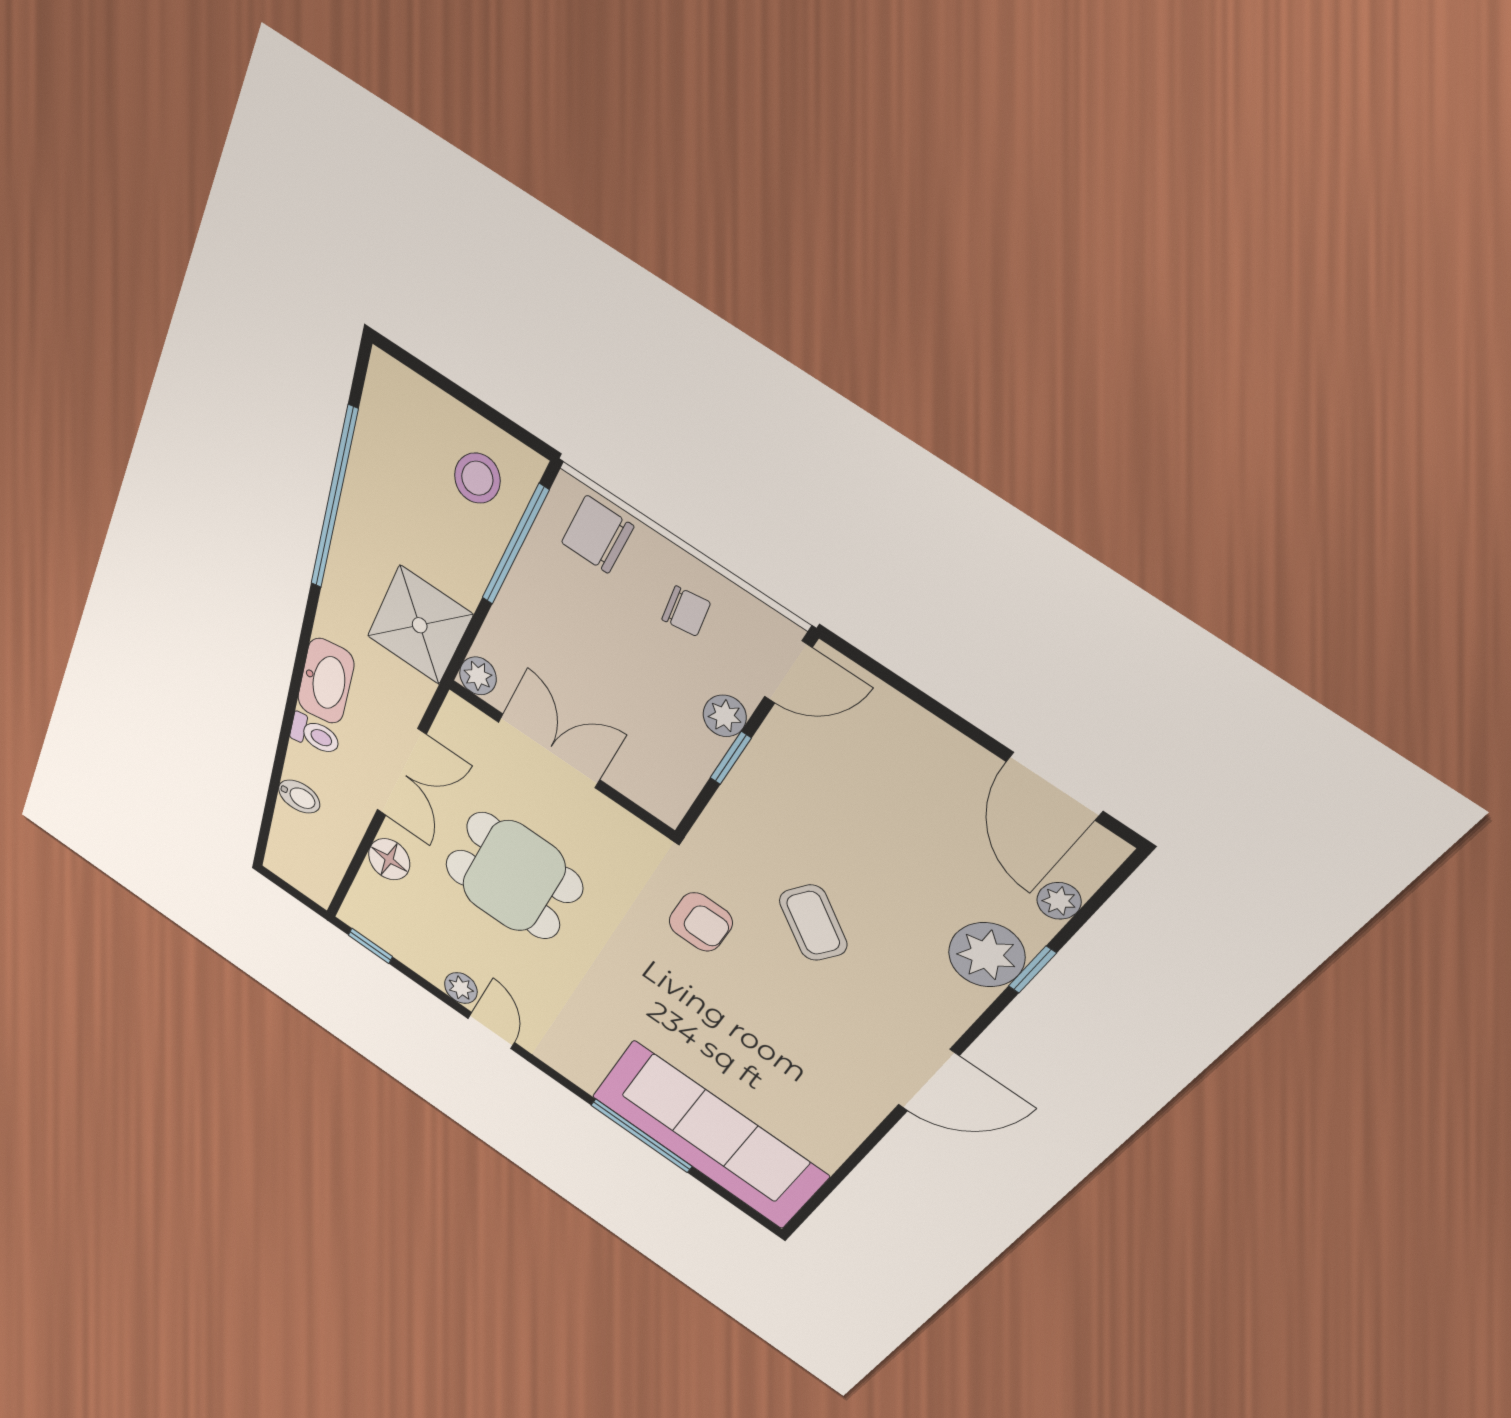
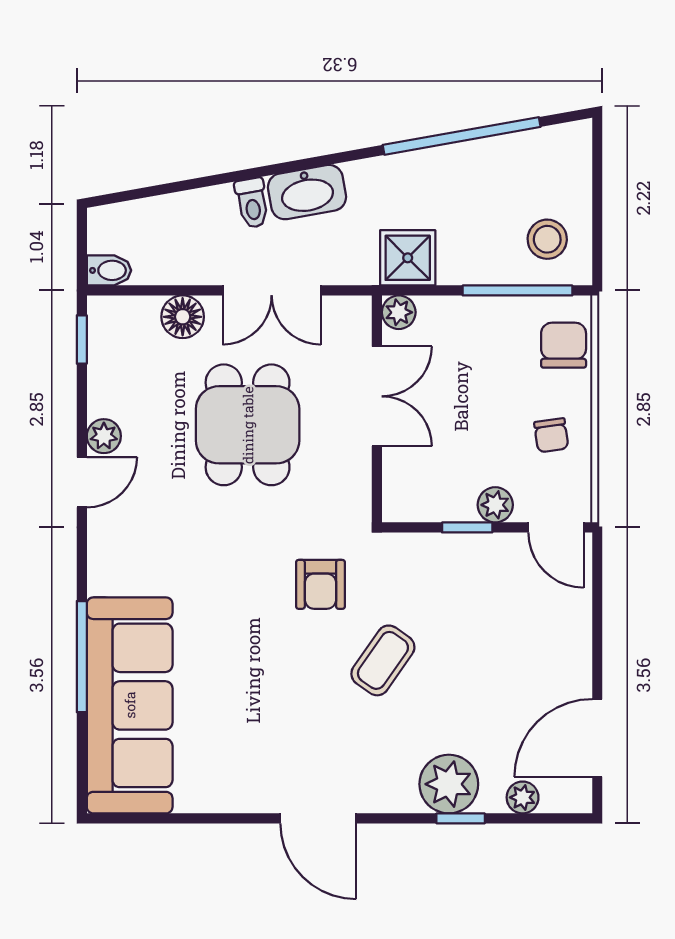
shower: (420, 625) -> (408, 258), width x0.73, depth x0.73
bidet: (299, 797) -> (109, 270), moved, turned -80

